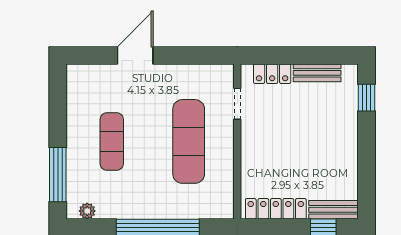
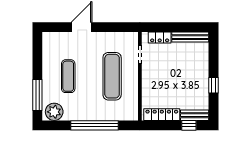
bench: (317, 73) -> (190, 37), width x1.36
window: (366, 98) -> (213, 85), moved
plant: (87, 211) -> (54, 112), width x1.88, depth x1.88

